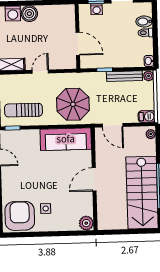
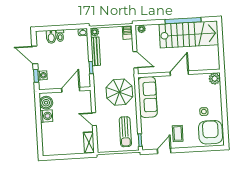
washing machine: (13, 14) -> (46, 116), moved
boiler: (29, 14) -> (46, 103), moved
door: (113, 125) -> (135, 60), hinge flipped
coffee table: (19, 175) -> (178, 133), added
door: (94, 179) -> (179, 73), swing flipped
armchair: (20, 216) -> (210, 132), turned 90

